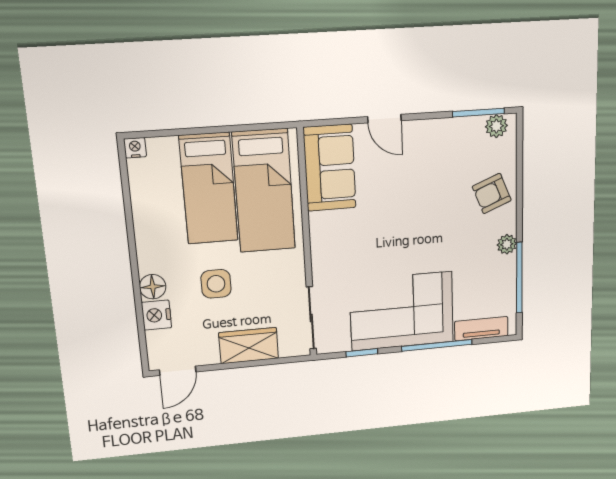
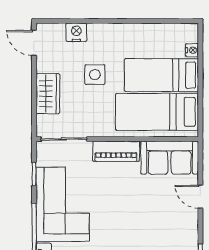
door: (384, 119) -> (200, 197), hinge flipped
nightstand: (135, 148) -> (192, 50), moved
piano: (325, 245) -> (116, 151), added
floor lamp: (153, 287) -> (97, 32), removed

